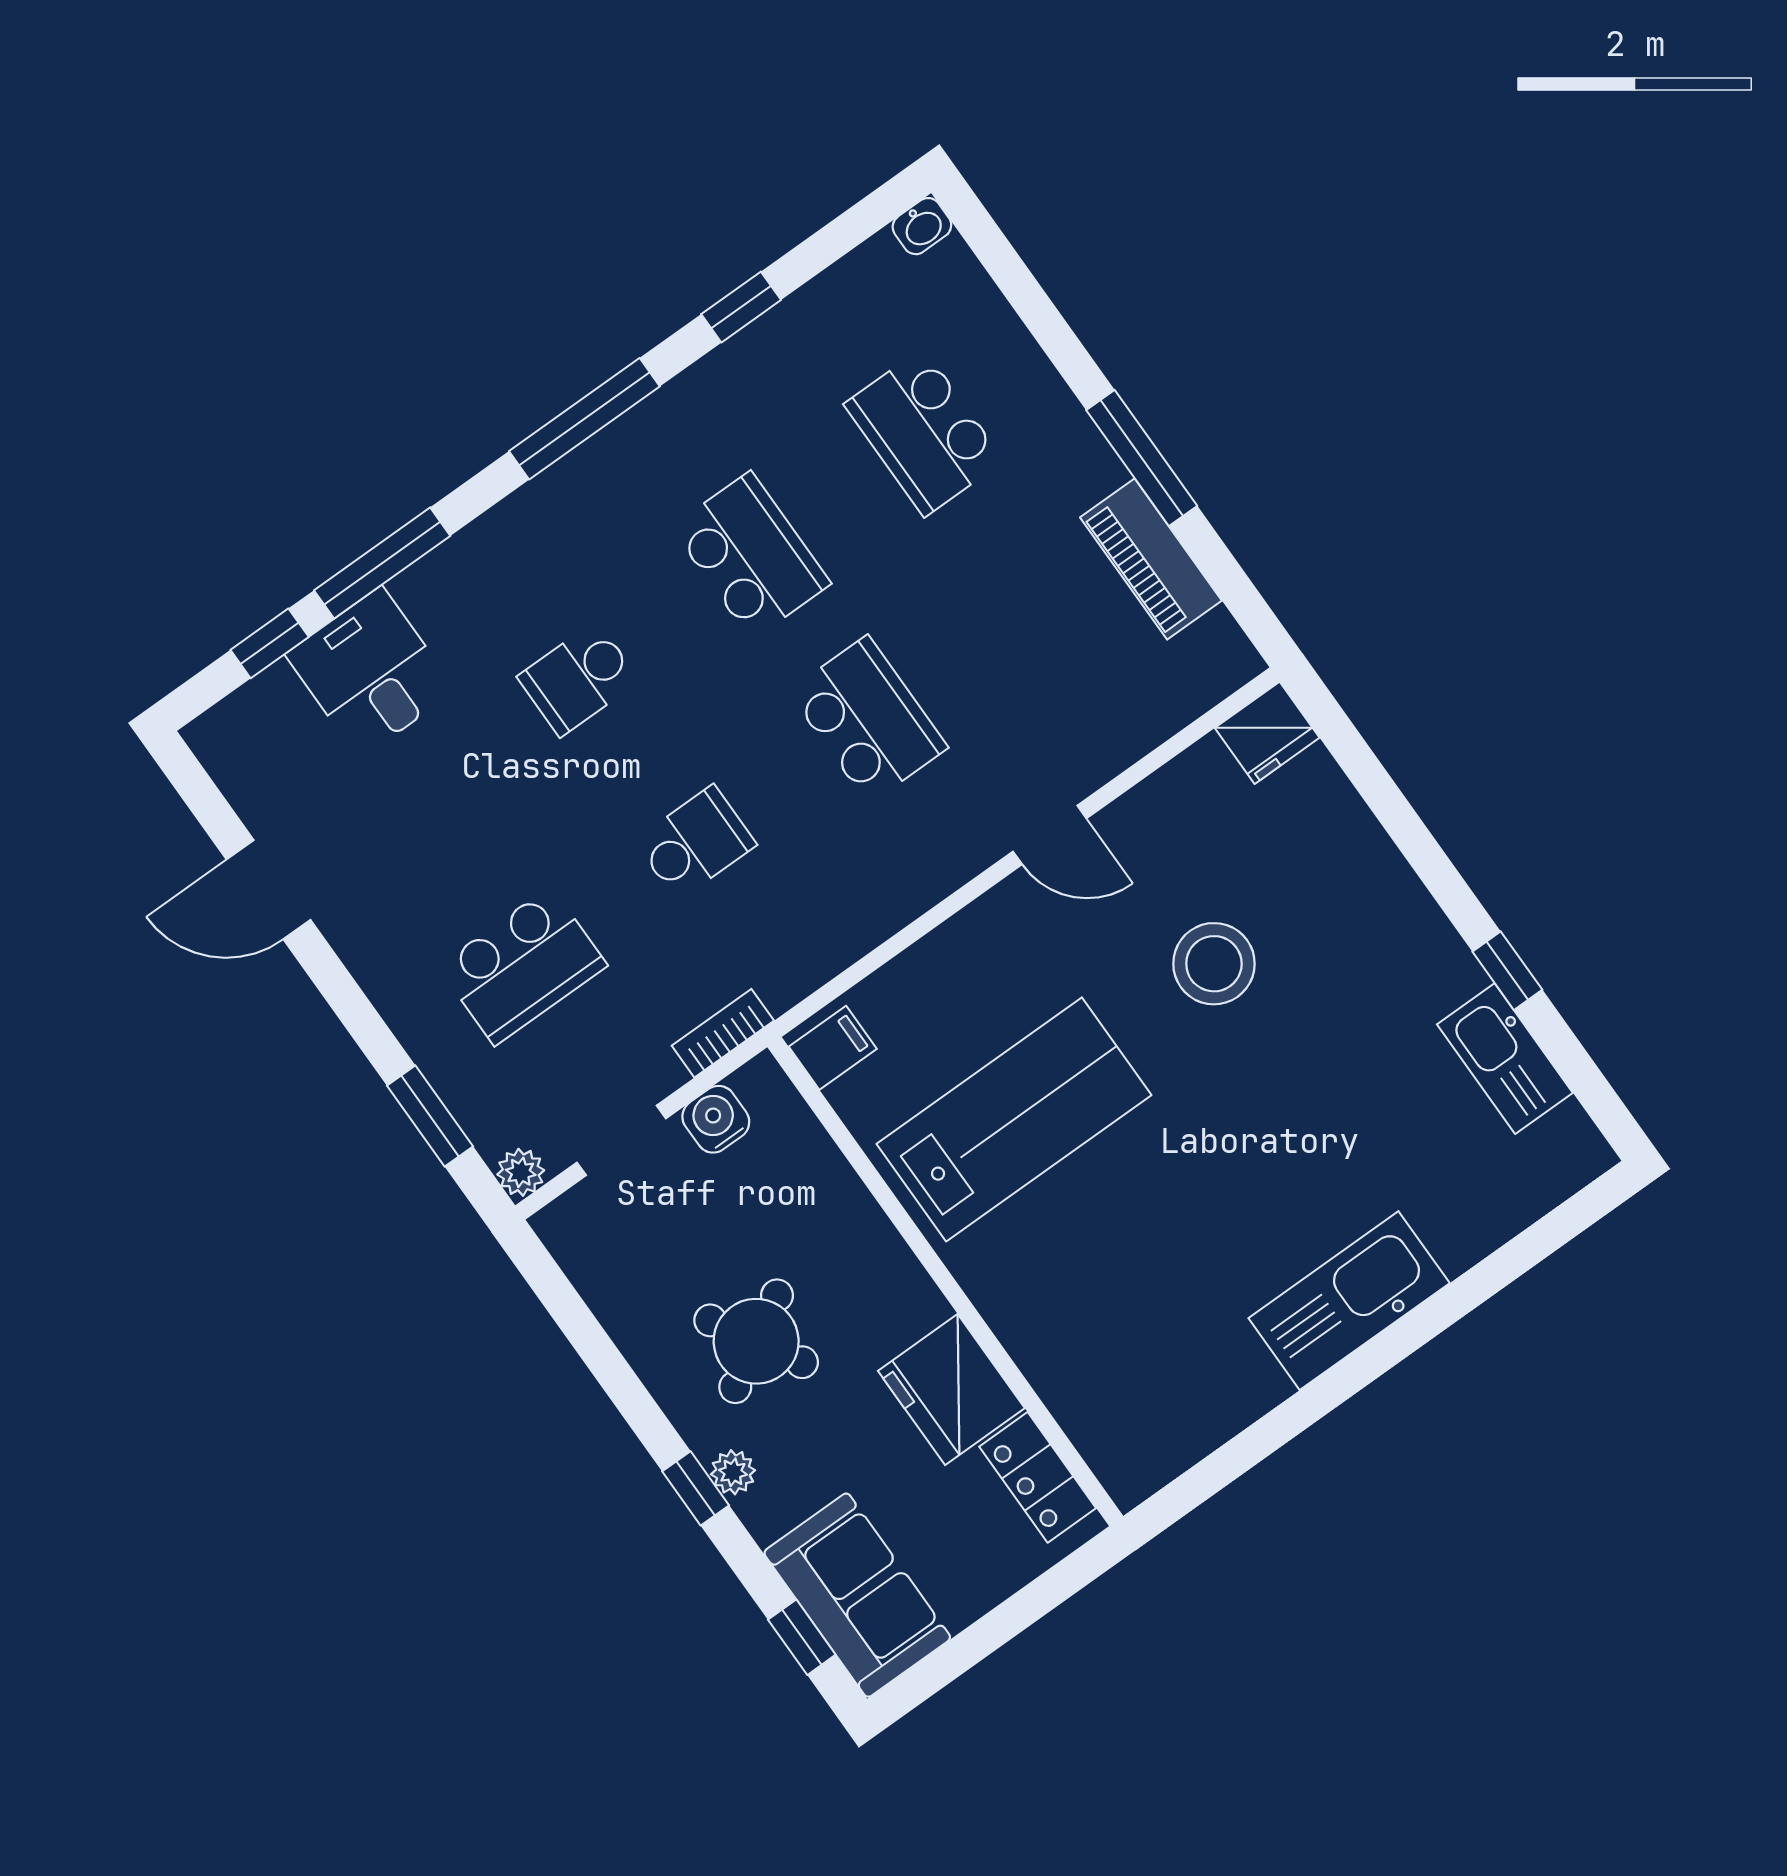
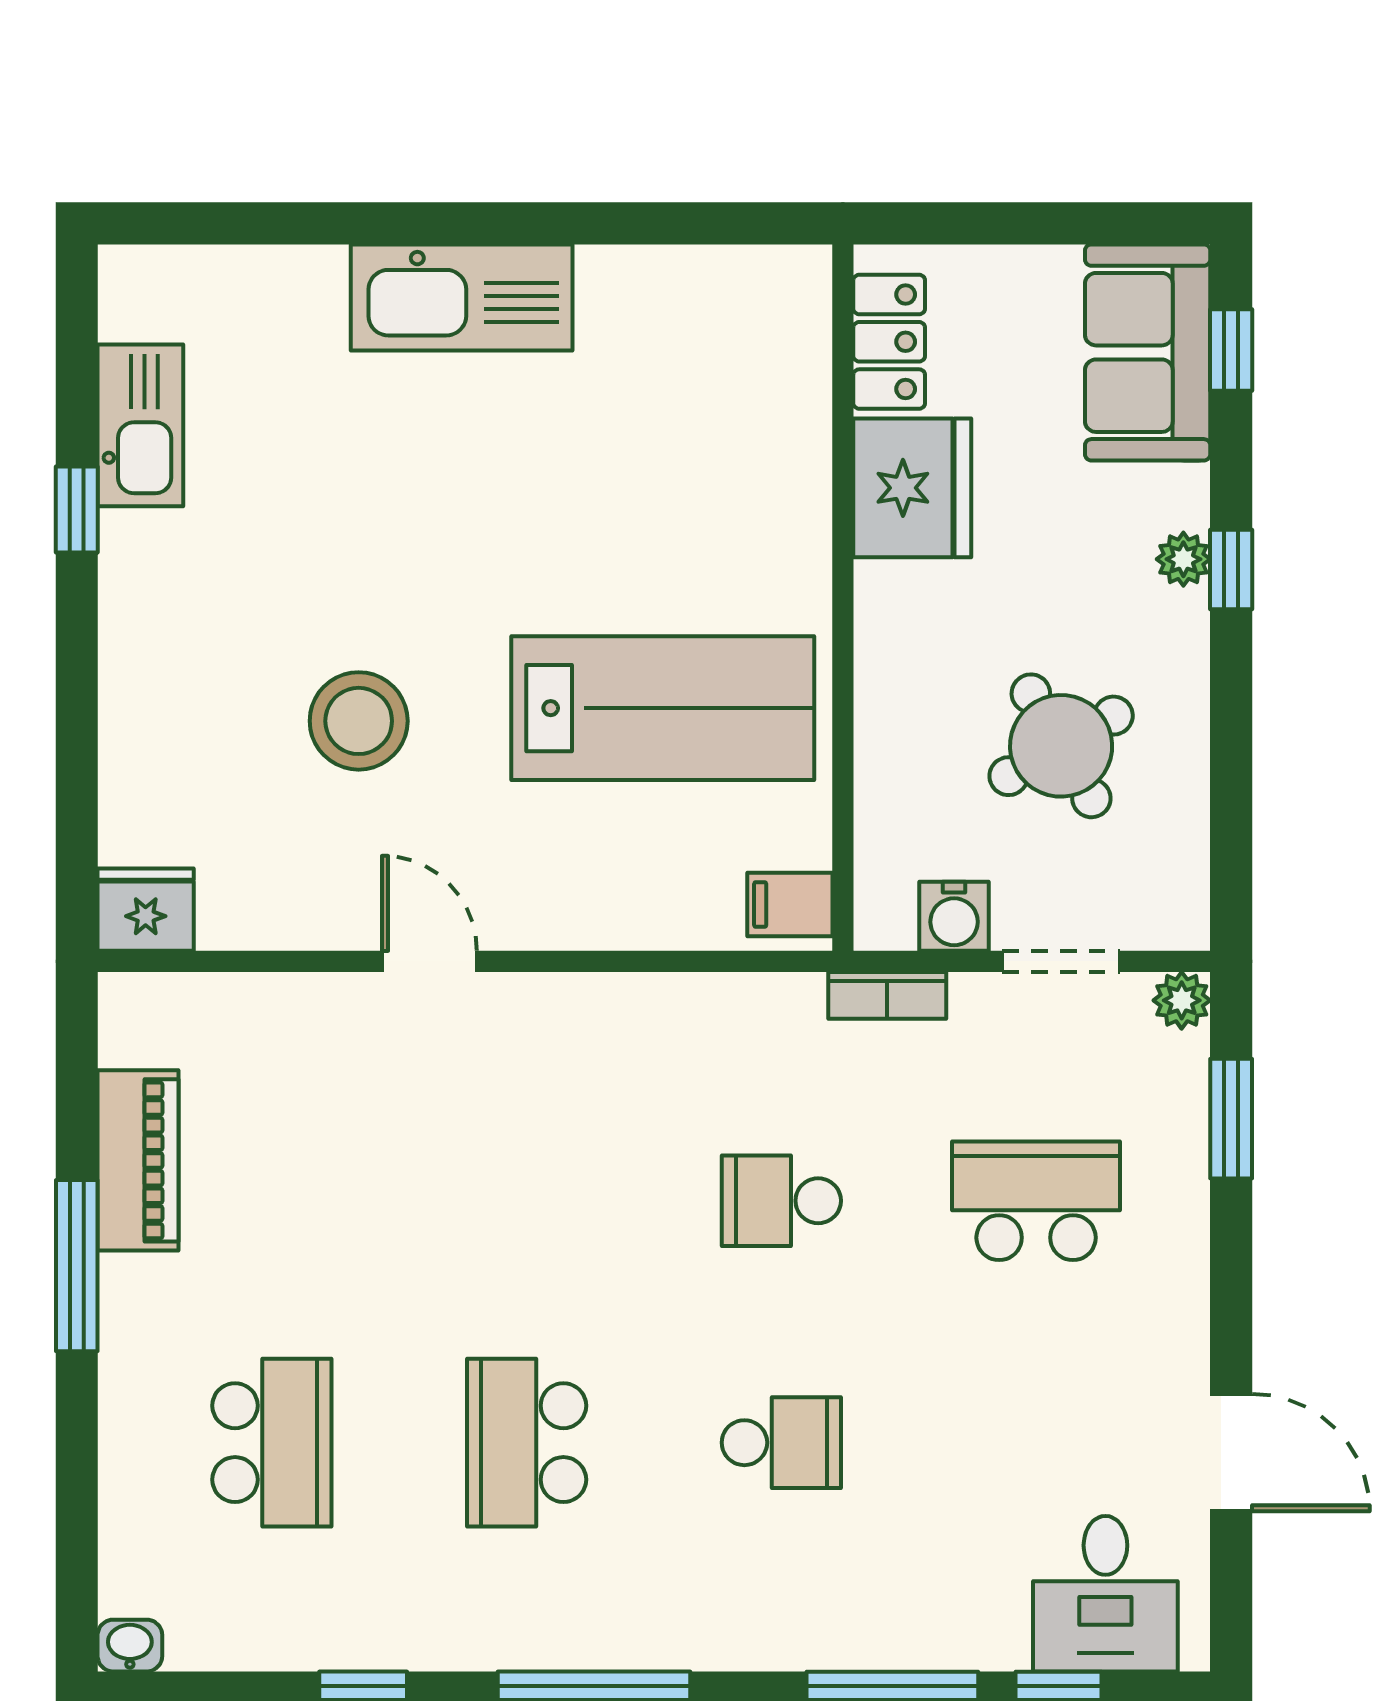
desk: (371, 672) -> (1105, 1594), moved
school desk: (868, 720) -> (527, 1201), removed
lab bench: (1014, 1119) -> (663, 708), turned 180
round table: (756, 1341) -> (1061, 746), moved

